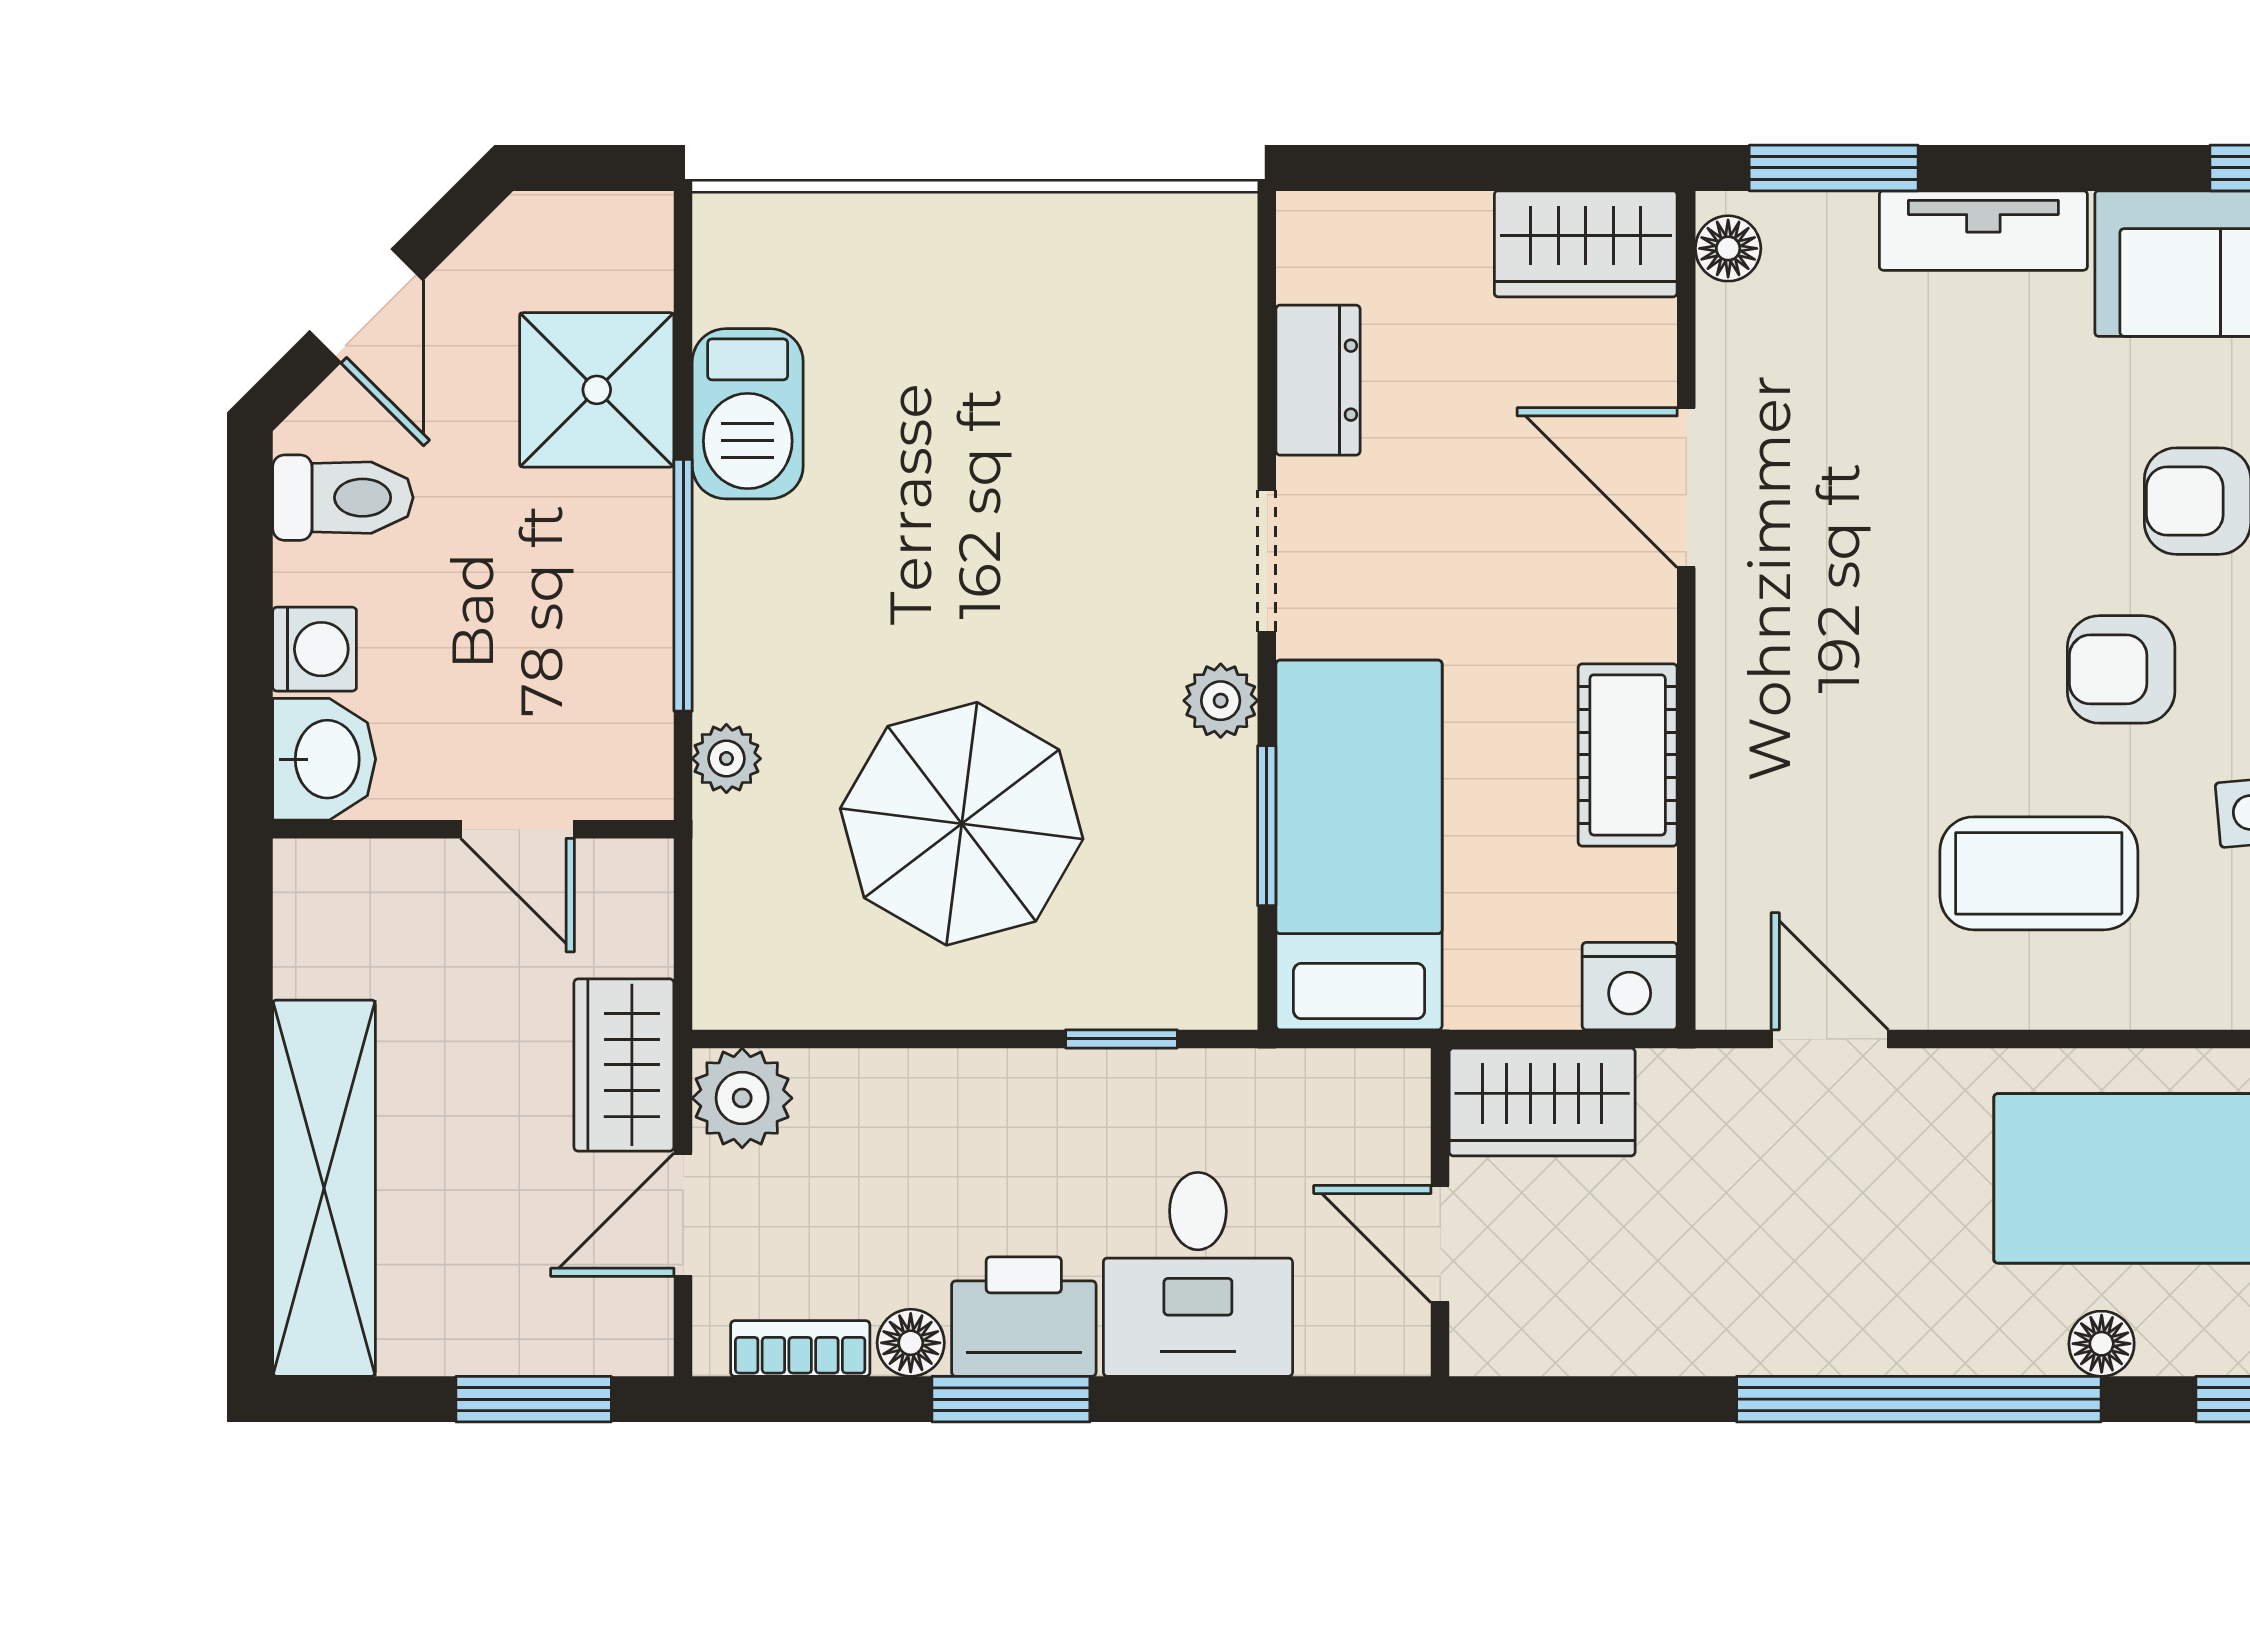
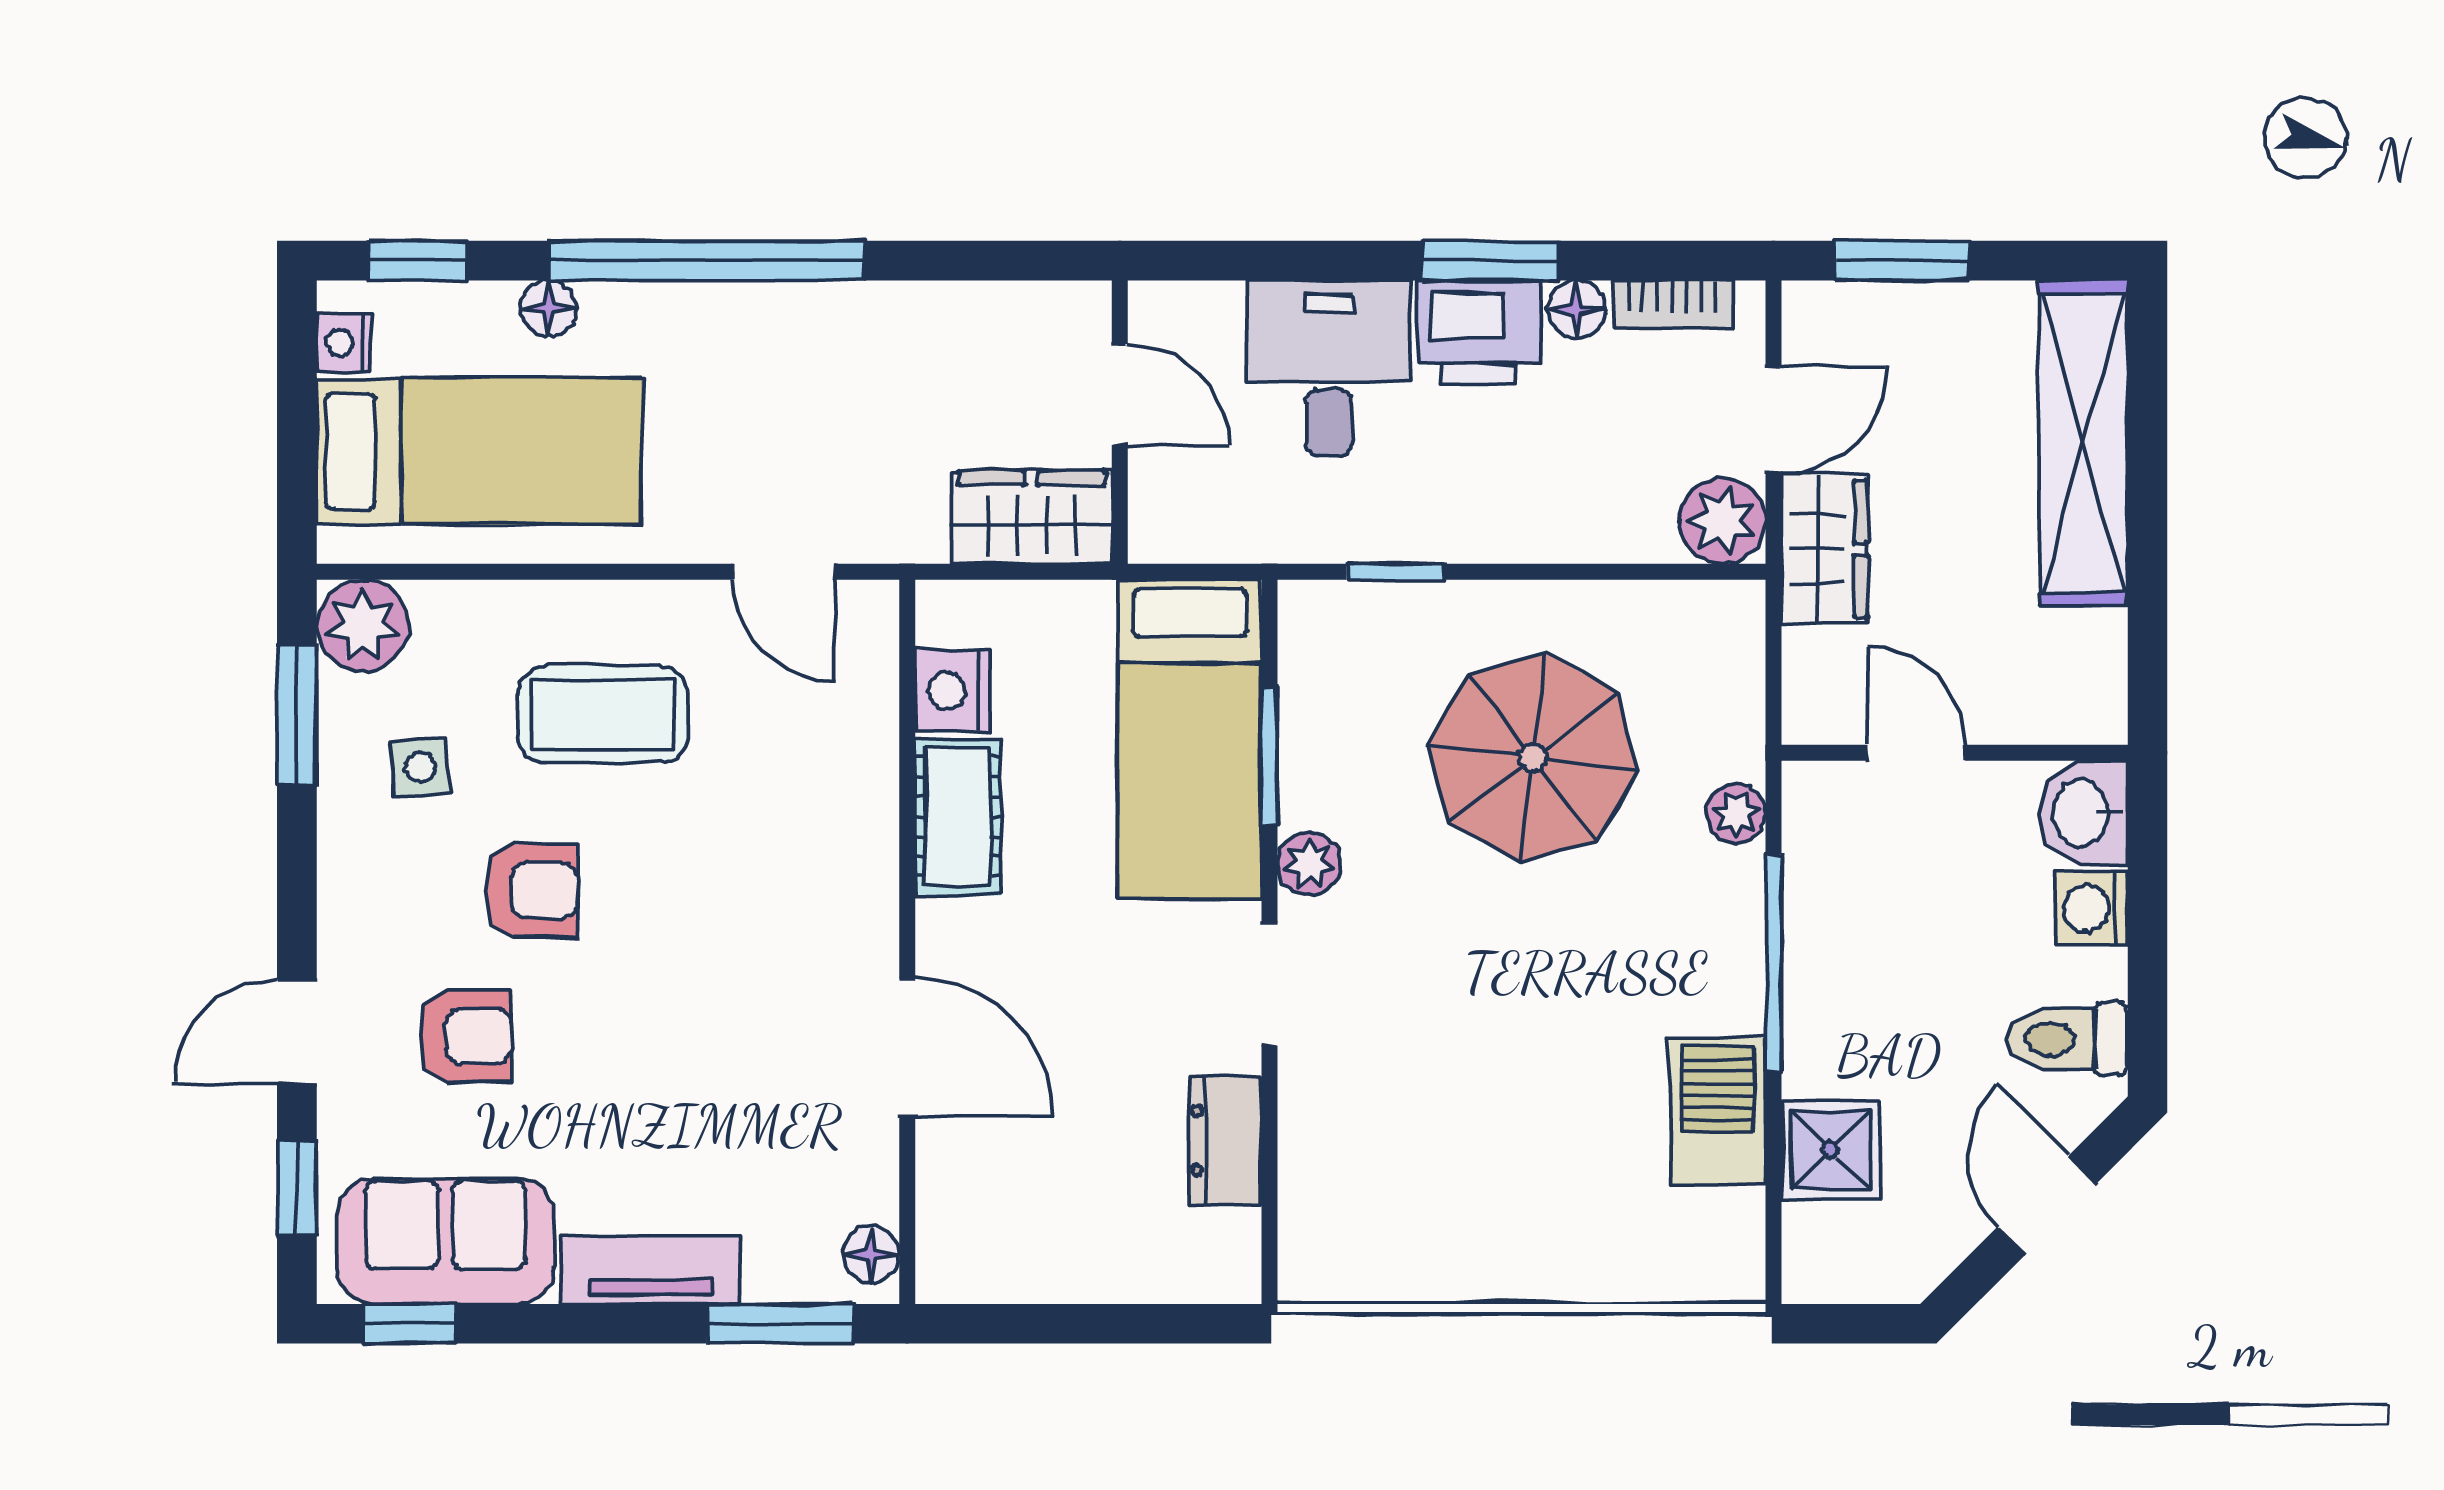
wardrobe: (1586, 244) -> (994, 1258), removed
shower: (597, 390) -> (1830, 1150), width x0.73, depth x0.73
nightstand: (1630, 986) -> (953, 691), moved, turned -90

